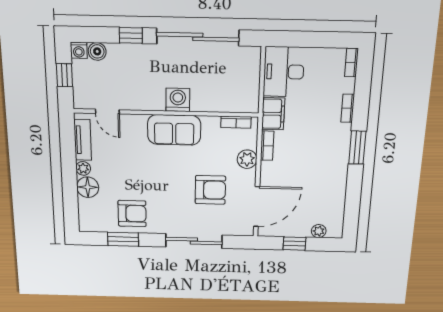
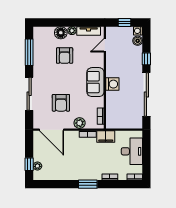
desk: (284, 72) -> (132, 151), moved, turned 90
armchair: (132, 214) -> (65, 56), moved
window: (123, 239) -> (29, 52), width x1.44
window: (294, 244) -> (29, 164), moved

